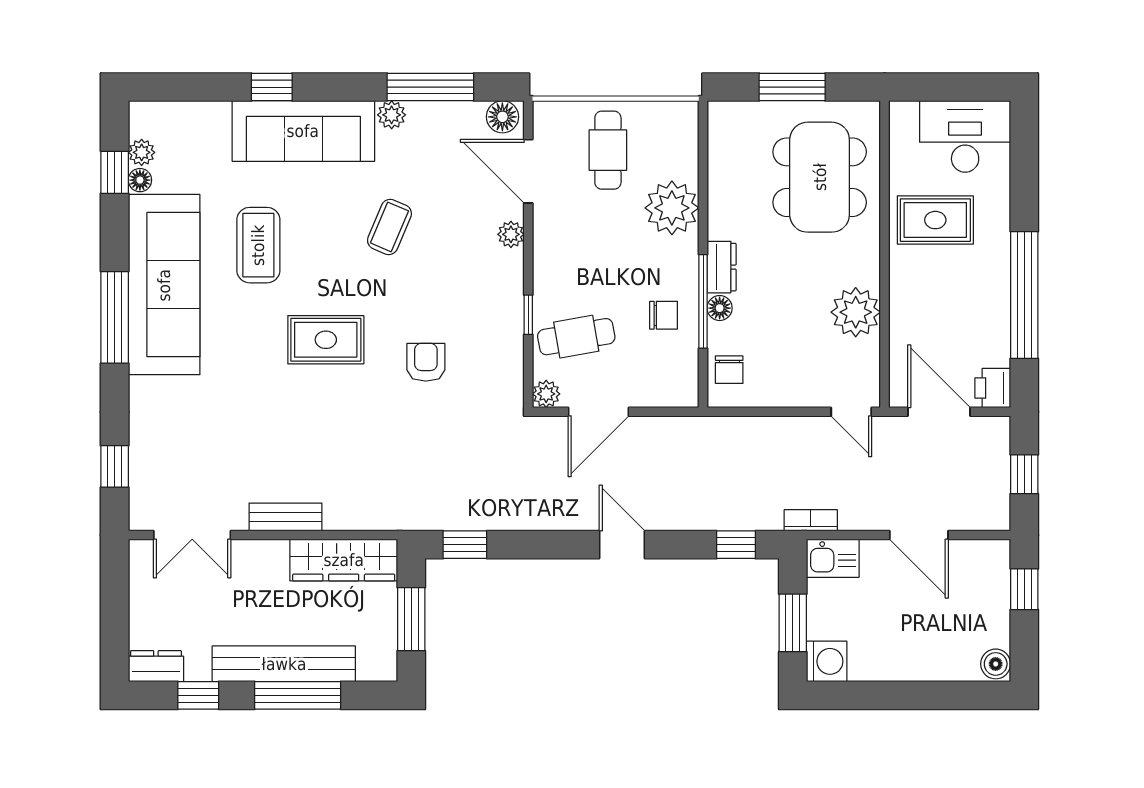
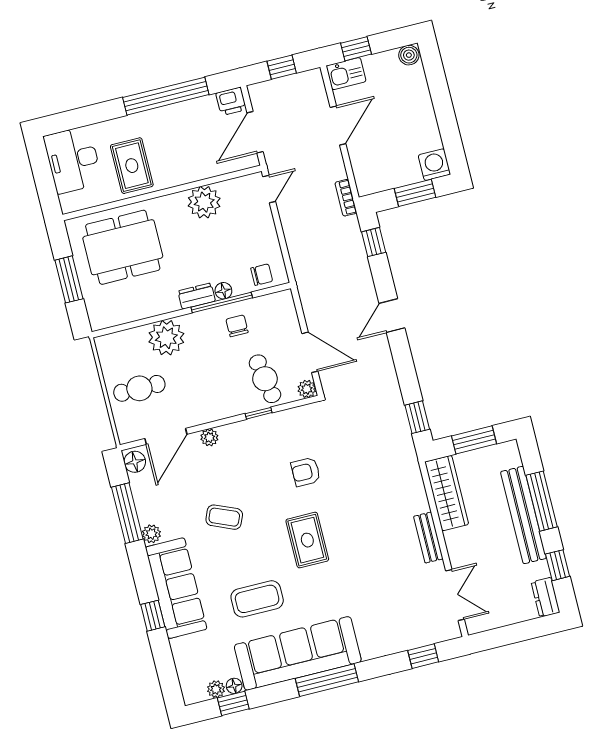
kitchen sink: (833, 558) -> (346, 74), moved, turned 90

